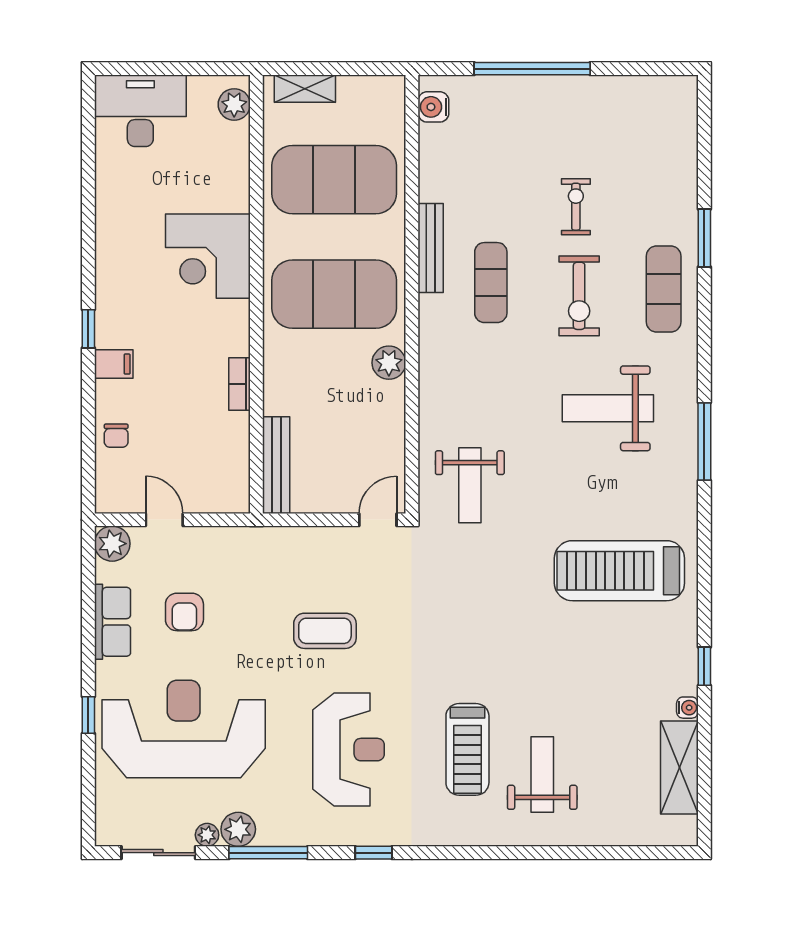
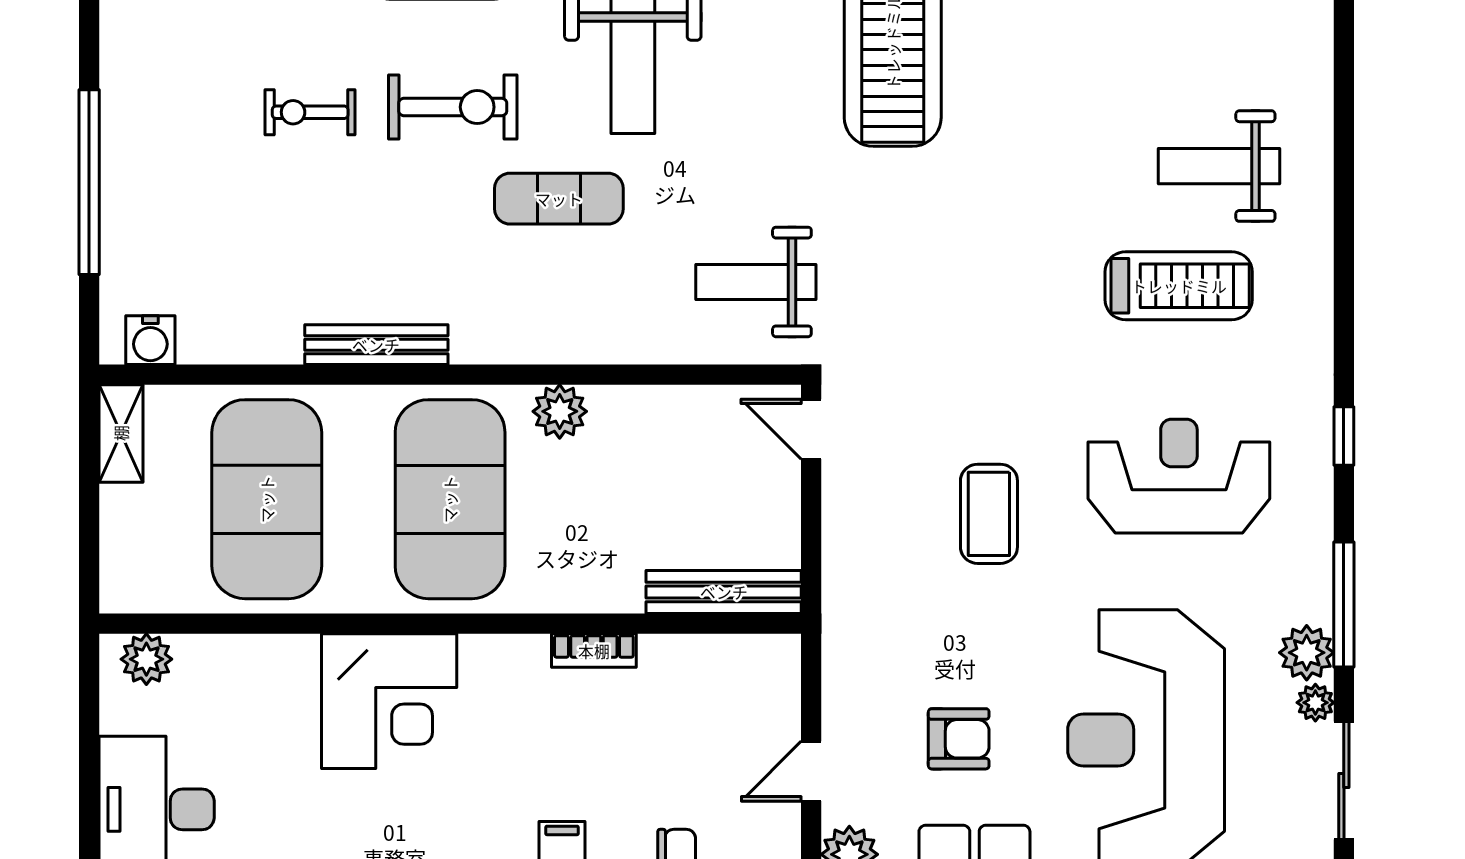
shelving: (305, 89) -> (121, 433), moved
exercise mat: (491, 283) -> (559, 199), moved
weight bench: (470, 485) -> (756, 282), turned 180

